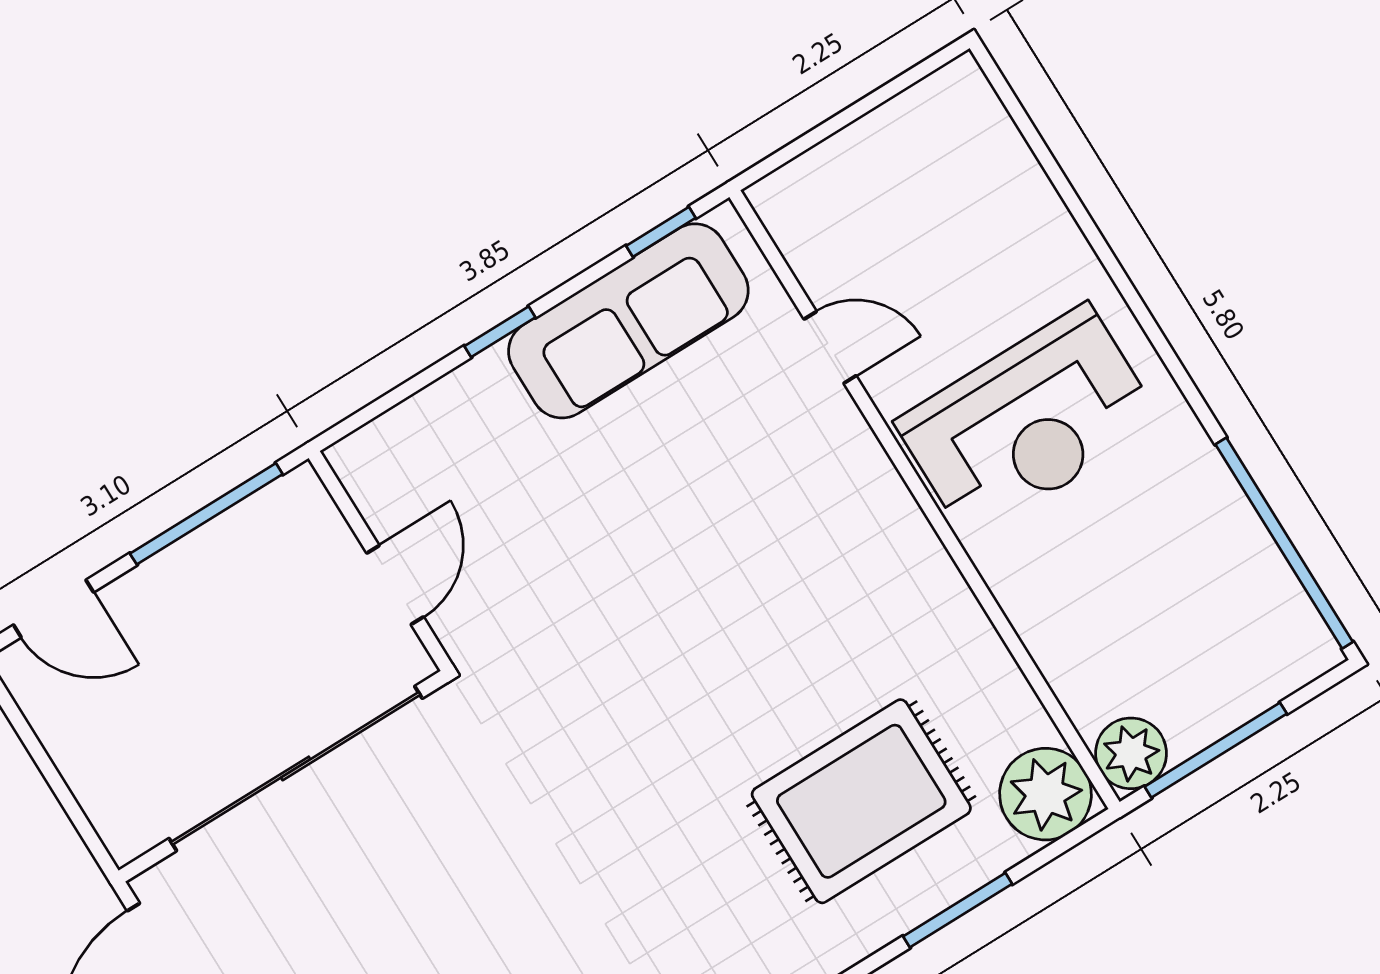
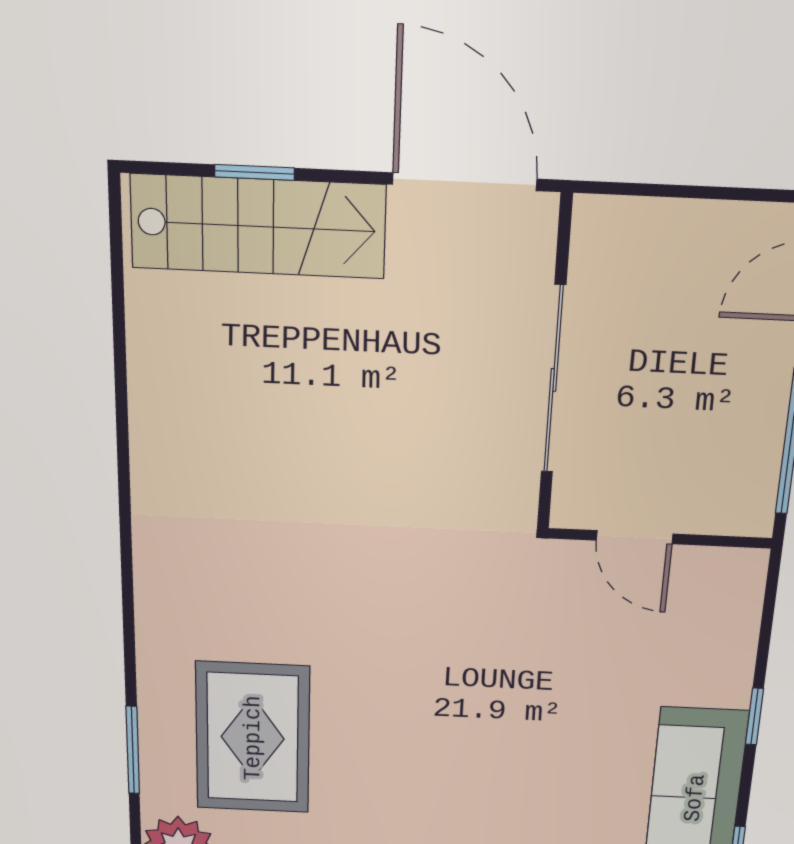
sliding door: (296, 768) -> (553, 380), width x0.73

